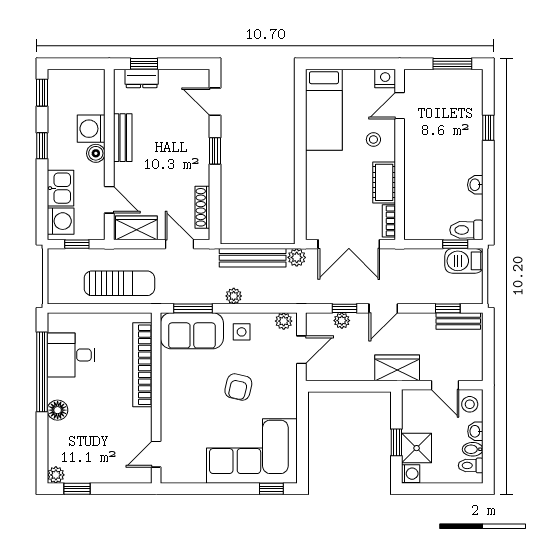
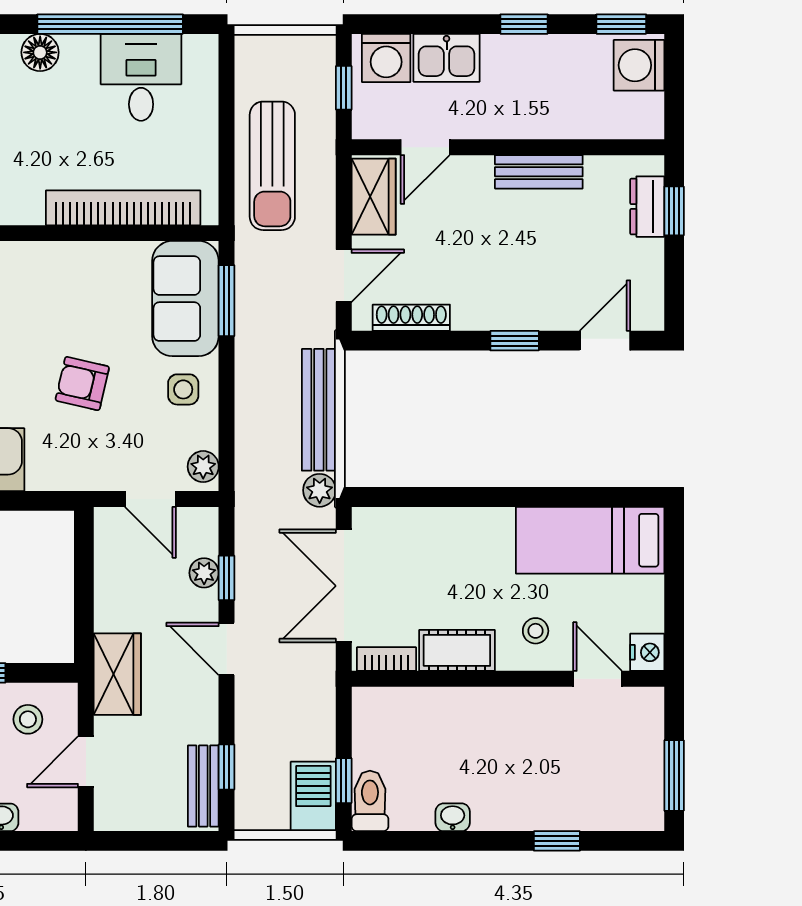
washing machine: (91, 129) -> (639, 65), moved, turned -90
boiler: (96, 153) -> (510, 123), removed
plant: (234, 296) -> (249, 375), removed
stool: (470, 404) -> (28, 719), moved

